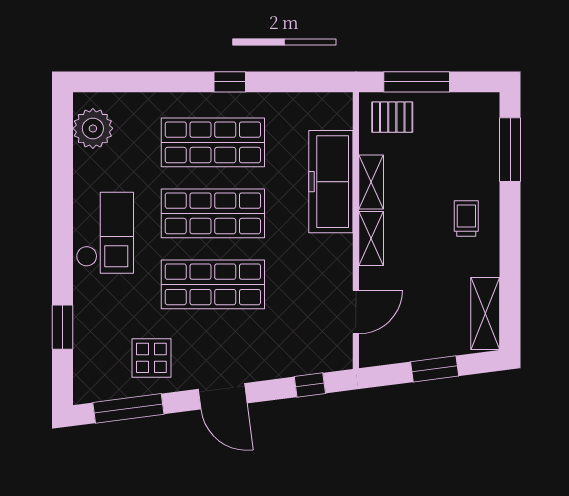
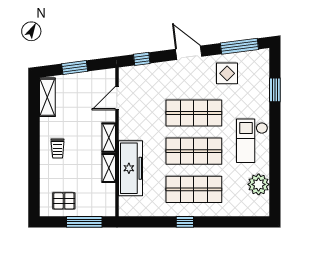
pallet: (392, 117) -> (64, 201), moved
plant: (93, 128) -> (259, 184), moved
window: (510, 150) -> (34, 185), removed

